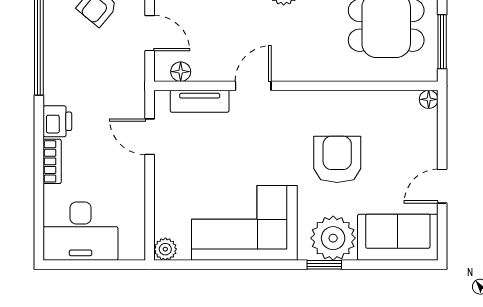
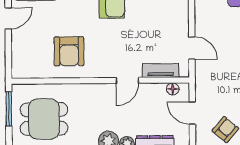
floor lamp: (429, 99) -> (17, 73), removed
armchair: (337, 159) -> (69, 51), moved

